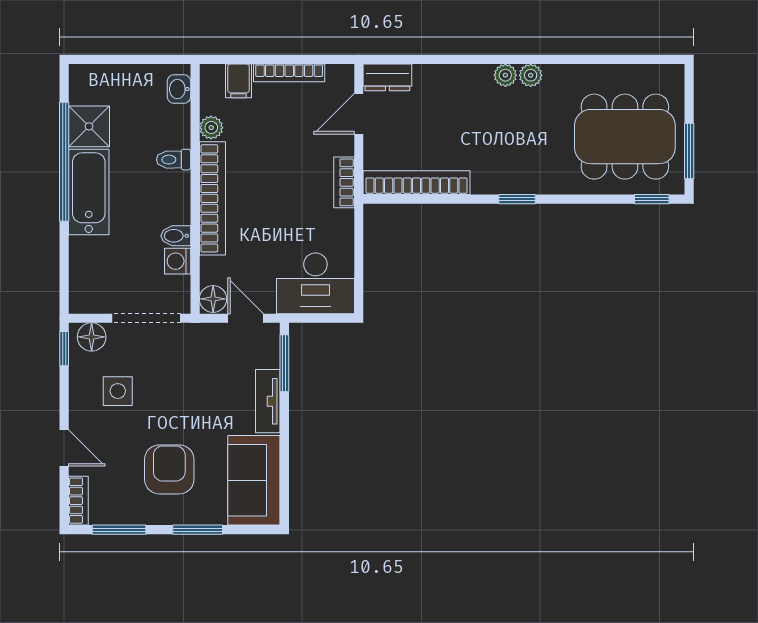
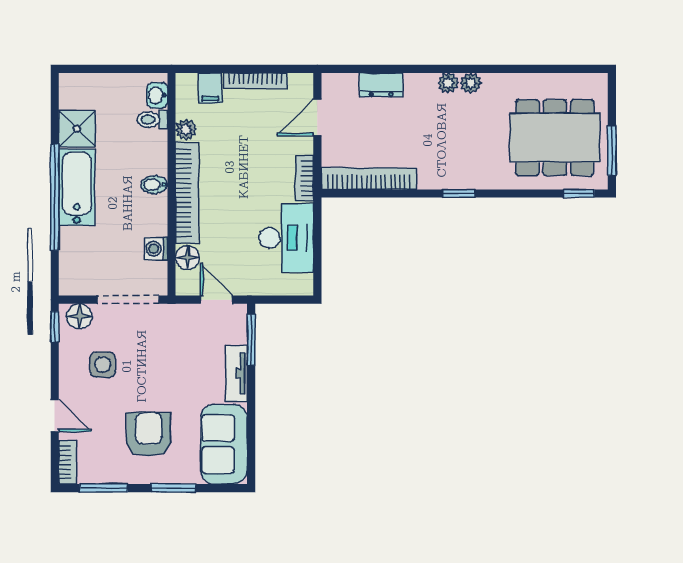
dresser: (387, 77) -> (381, 85), moved
toilet: (174, 160) -> (152, 120), moved
window: (64, 162) -> (55, 197), moved
bidet: (176, 236) -> (154, 185), moved
desk: (315, 283) -> (286, 238), moved, turned -90
floor lamp: (213, 299) -> (188, 258), moved

